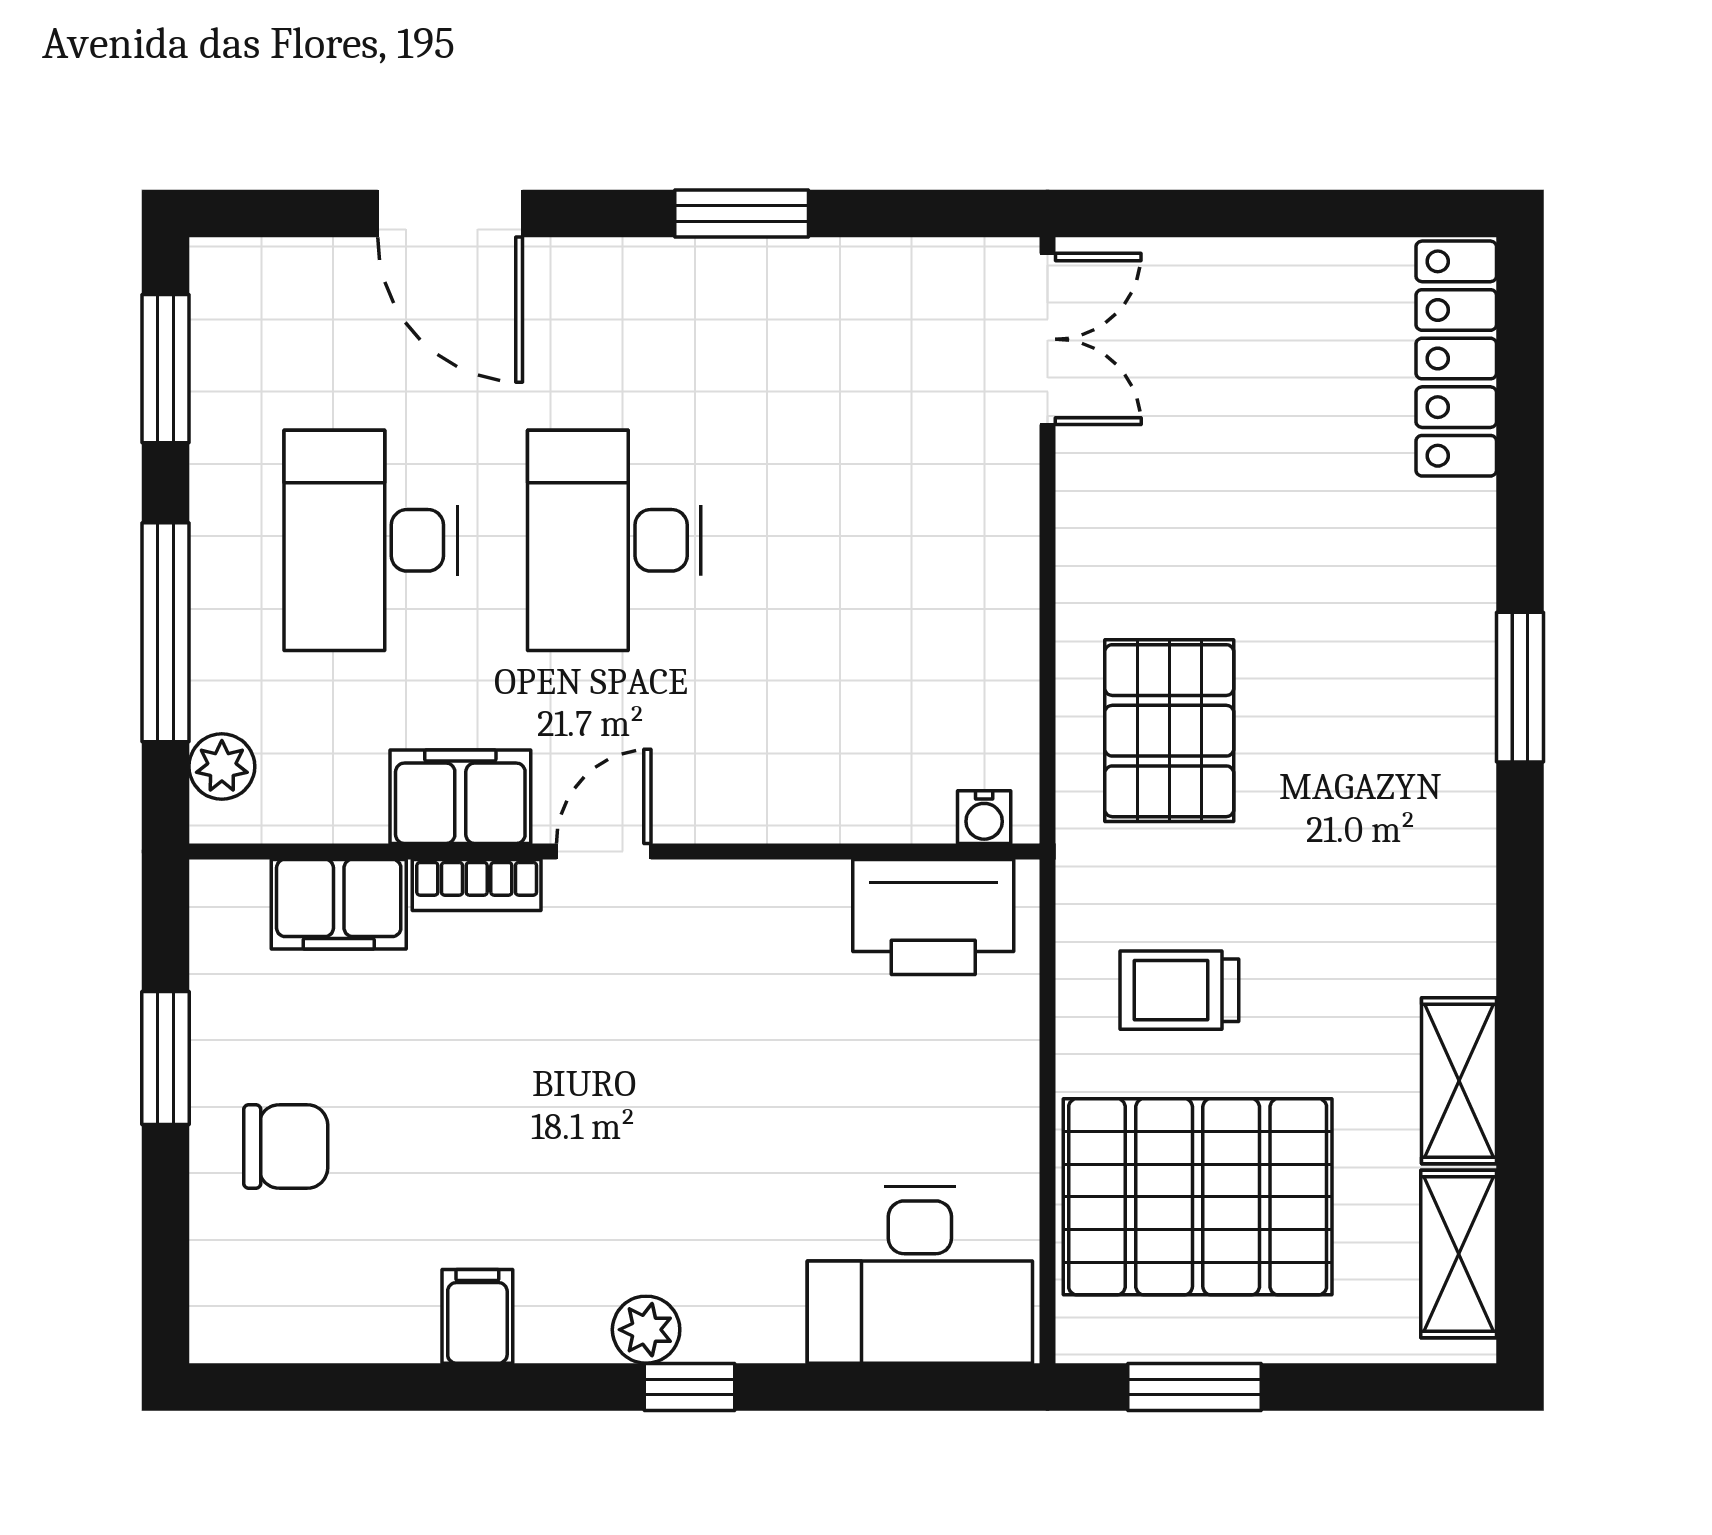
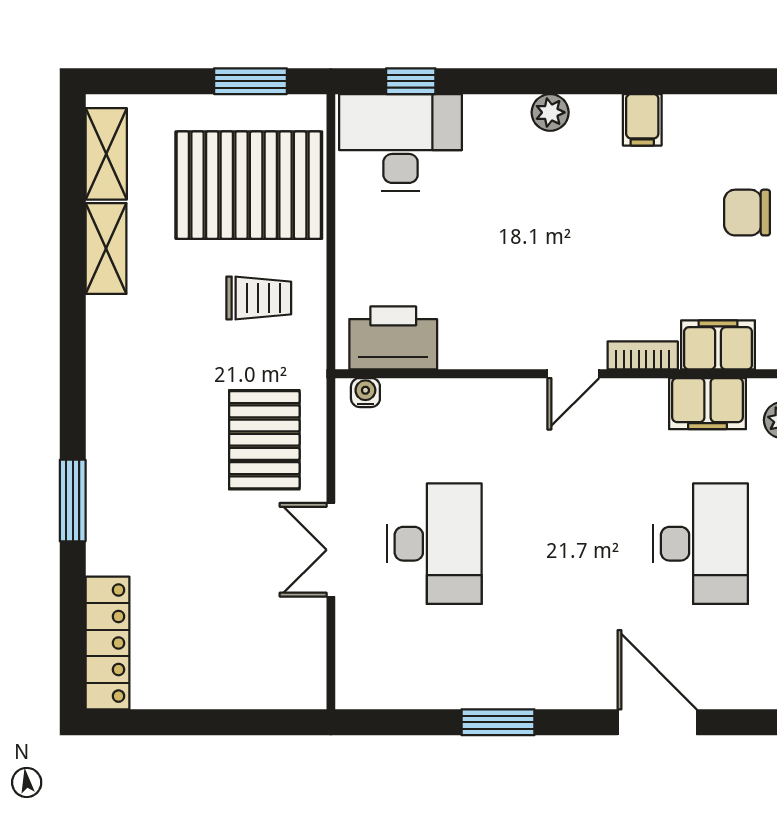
double door: (1048, 339) -> (331, 550), moved
desk: (614, 540) -> (434, 544), moved
window: (1520, 687) -> (73, 500), moved
filing cabinet: (460, 797) -> (708, 404), moved
window: (690, 1387) -> (411, 81), moved

